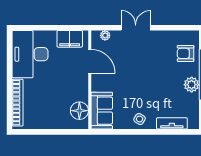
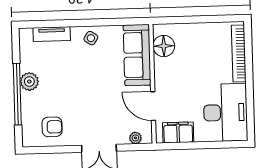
armchair: (186, 53) -> (52, 127), moved
sofa: (102, 111) -> (137, 55), width x1.36

